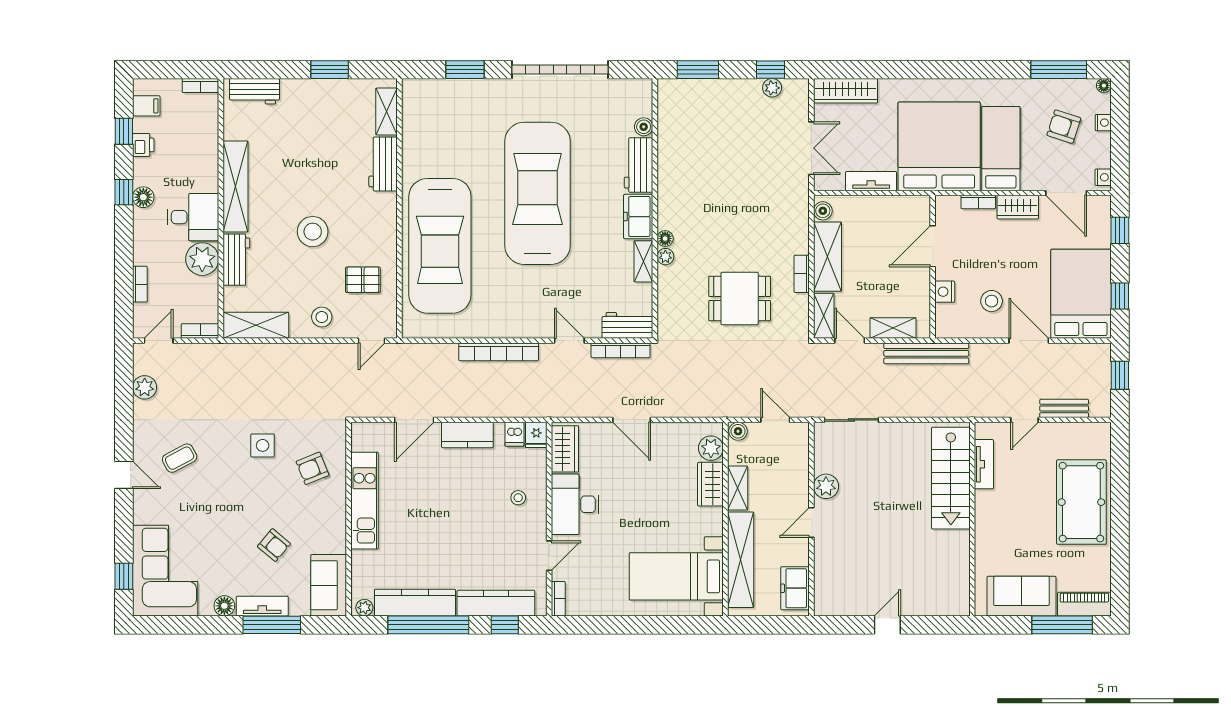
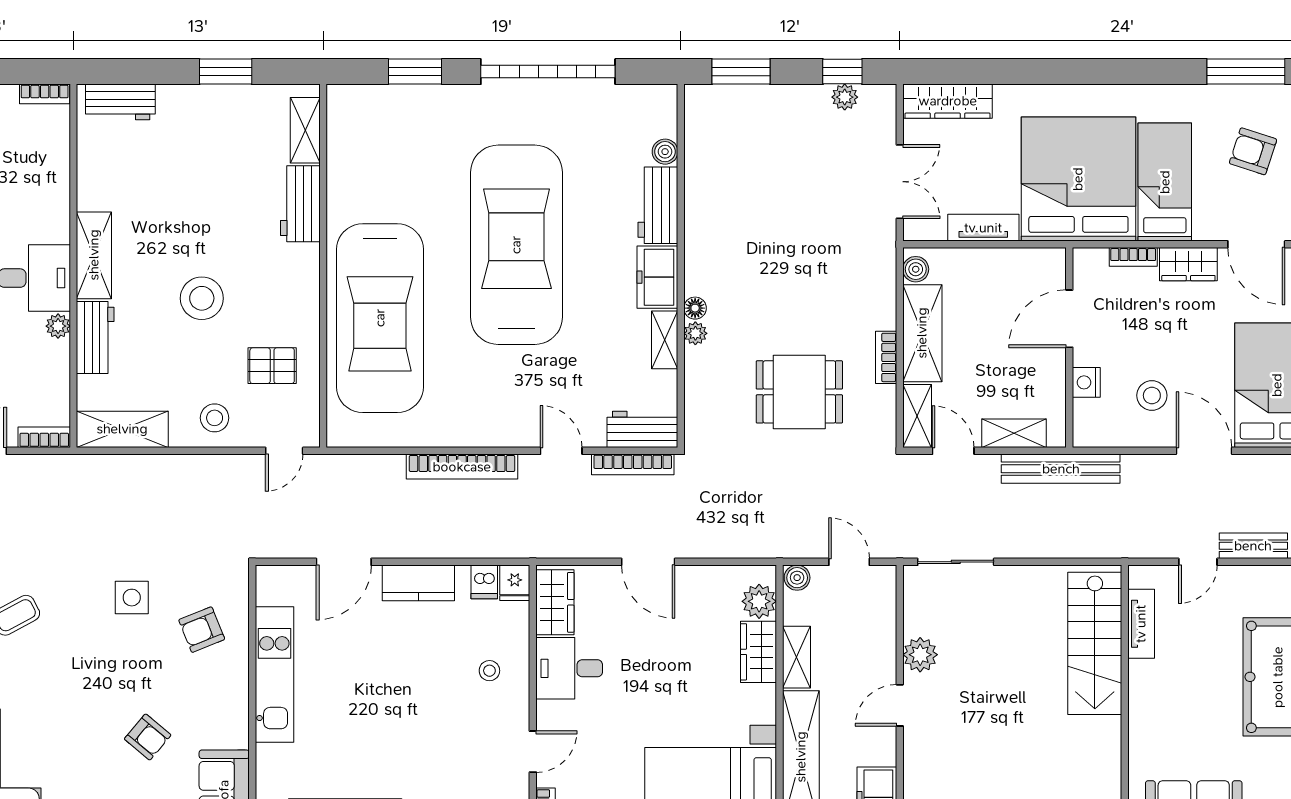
shelving: (236, 186) -> (94, 255), width x0.68
plant: (202, 259) -> (58, 326), width x0.53, depth x0.53
desk: (575, 504) -> (569, 668), width x0.73

